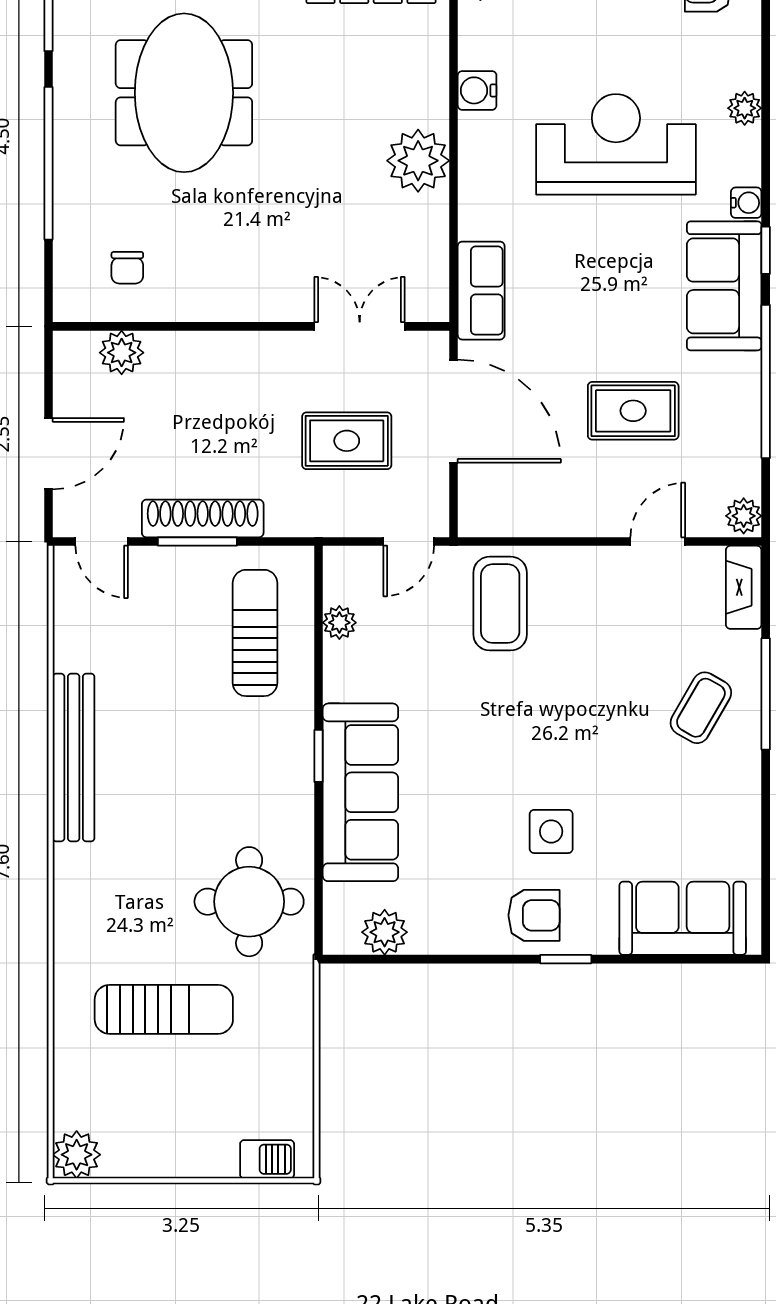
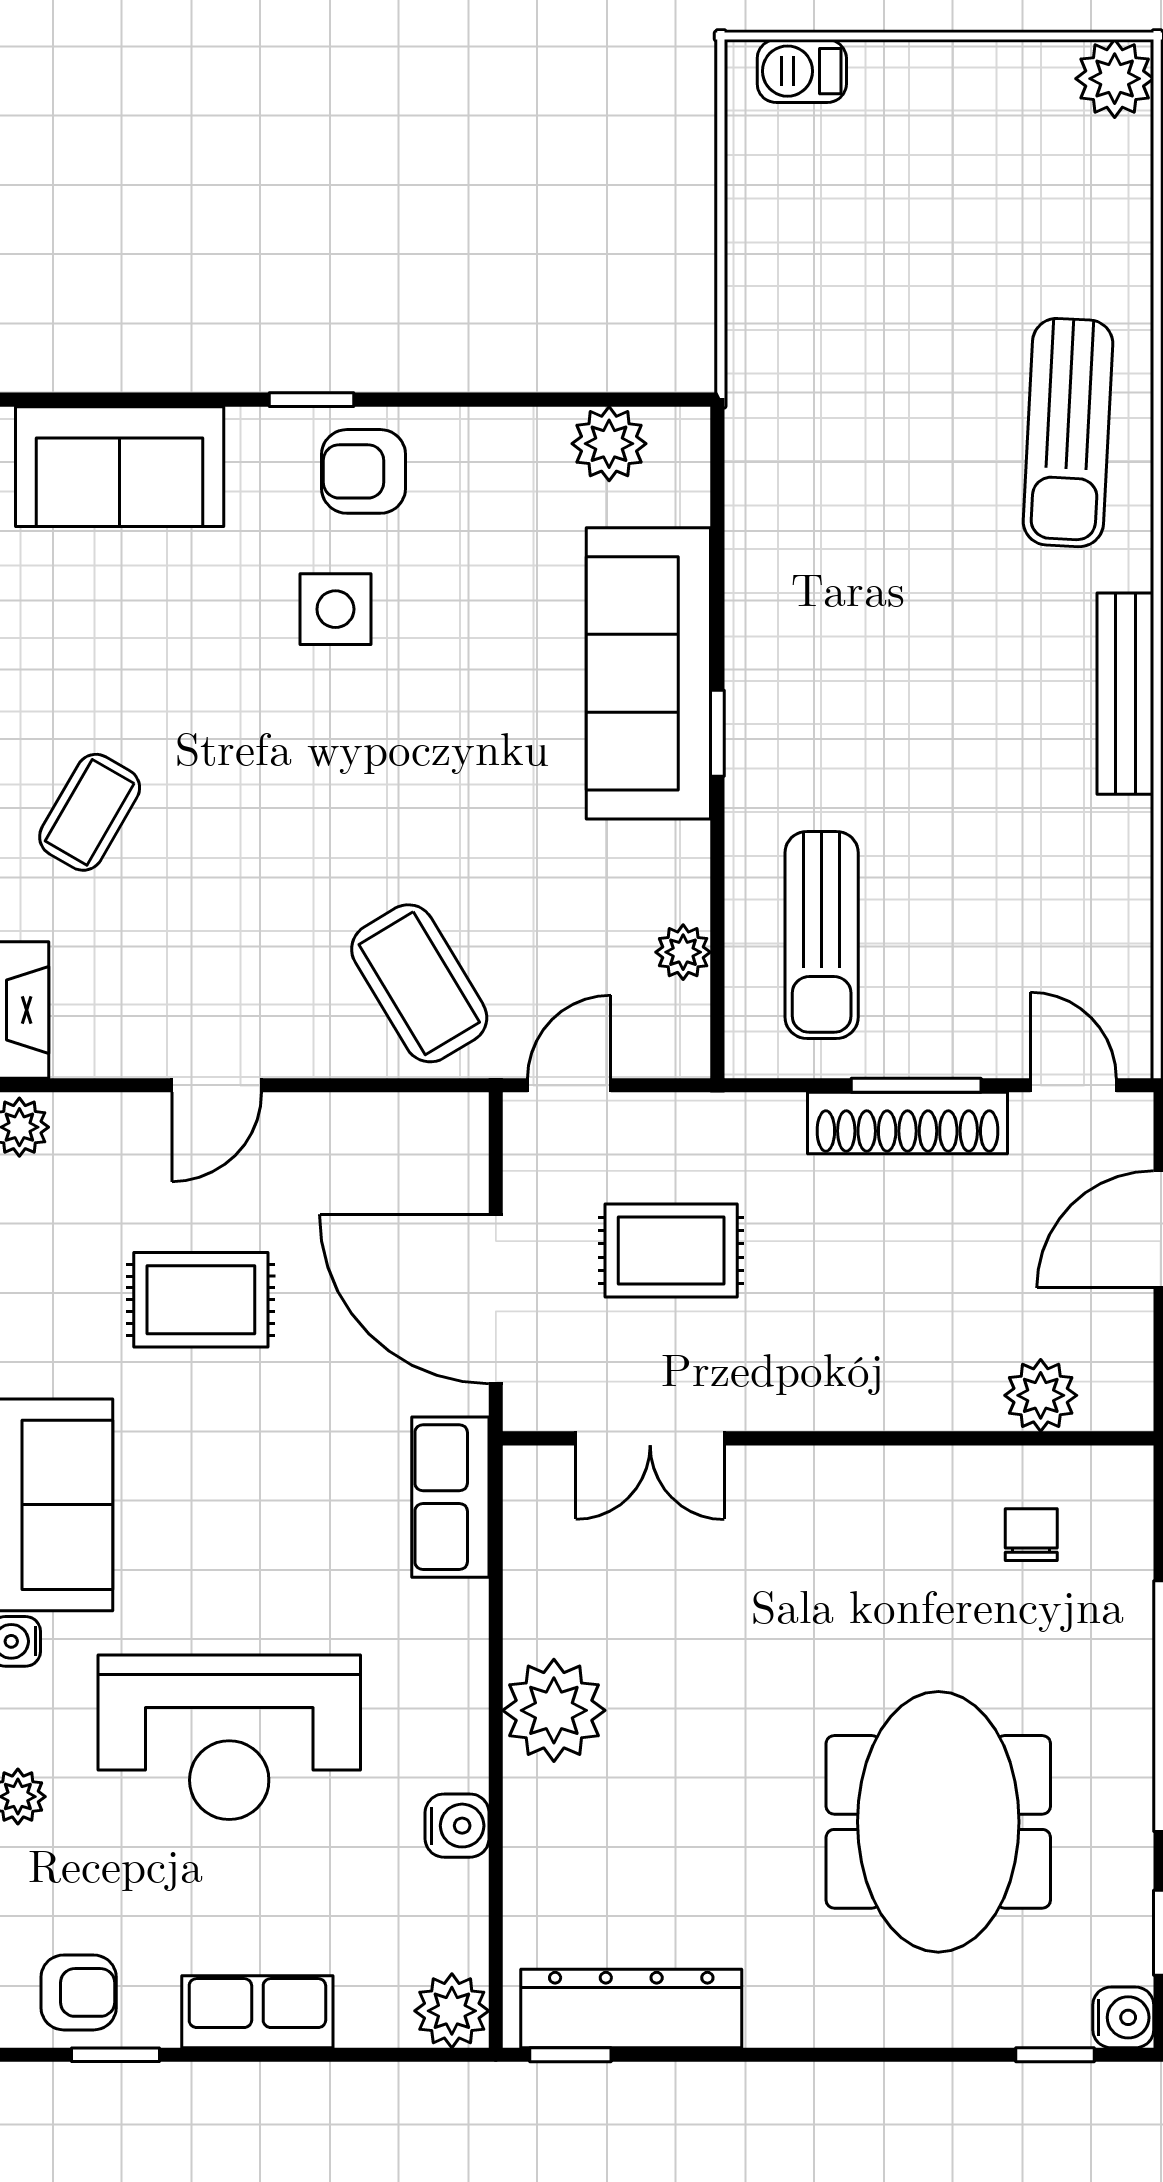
door: (658, 541) -> (217, 1085), moved
coffee table: (500, 604) -> (419, 983), turned -31
bench: (74, 758) -> (1125, 694), width x0.73, depth x0.82
round table: (249, 902) -> (831, 494), removed
sun lounger: (164, 1009) -> (1068, 433), moved, turned -87

